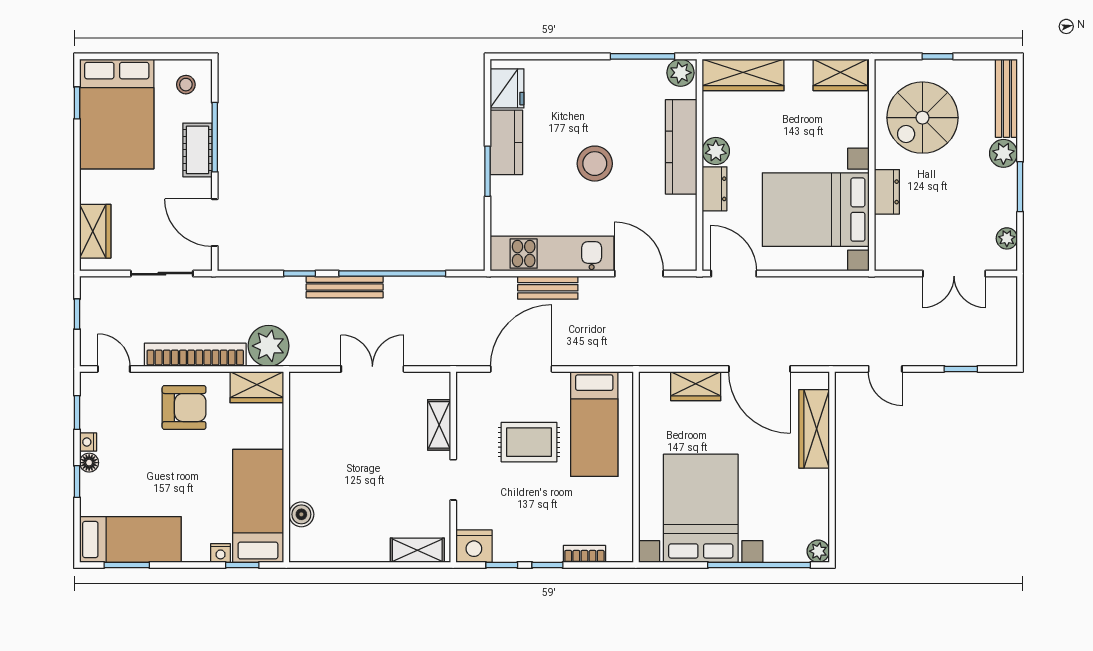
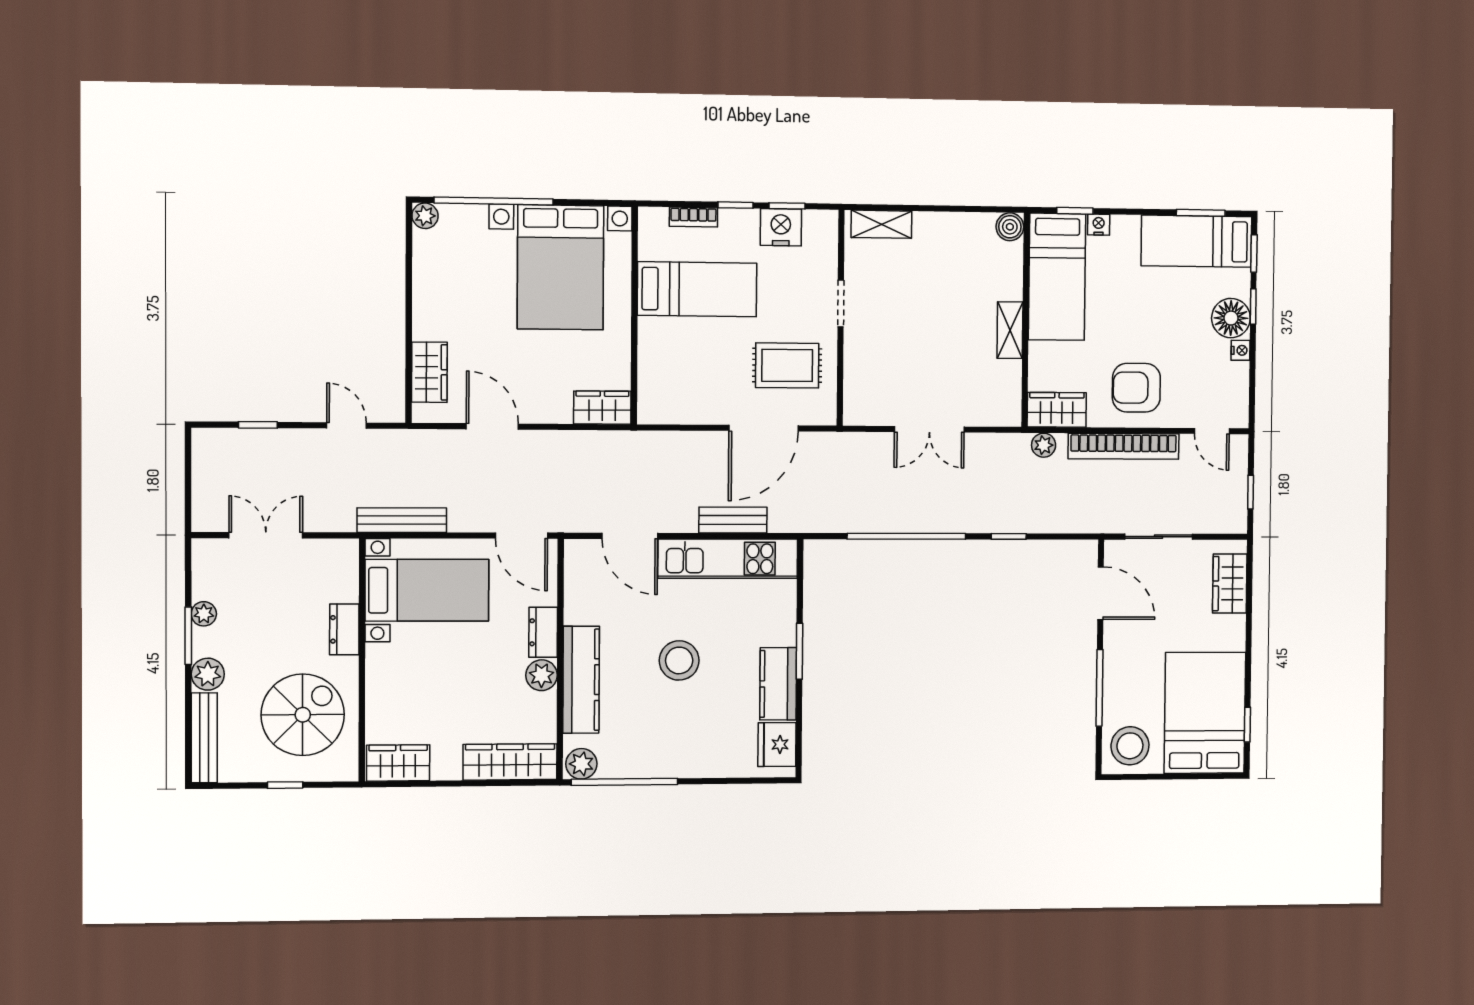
window: (643, 56) -> (624, 782), width x1.46
stool: (186, 85) -> (1130, 746), width x1.89, depth x1.89
cot: (197, 150) -> (1118, 674), removed
bed with nightstands: (816, 210) -> (427, 590), width x0.73
plant: (1007, 238) -> (204, 614), moved
bench: (345, 287) -> (402, 520), moved
plant: (269, 346) -> (1044, 445), width x0.53, depth x0.53
door: (760, 369) -> (492, 426), width x0.73
wardrobe: (696, 386) -> (602, 408), moved
window: (77, 412) -> (1254, 253), moved
bed: (594, 424) -> (697, 289), moved, turned 90
shelving: (439, 425) -> (1010, 330), moved
wardrobe: (814, 429) -> (429, 372), width x0.67
rug: (529, 442) -> (787, 365), moved
floor lamp: (89, 463) -> (1231, 318), width x1.89, depth x1.89
boiler: (301, 514) -> (1010, 227), moved
nightstand: (474, 546) -> (781, 227), moved

